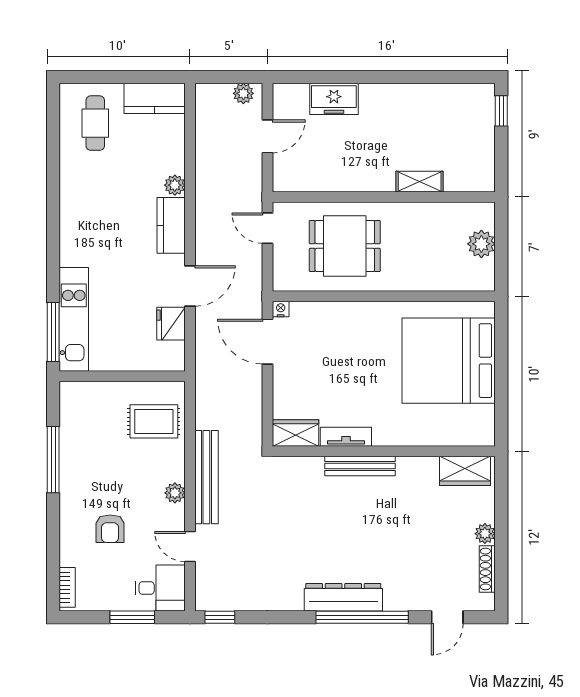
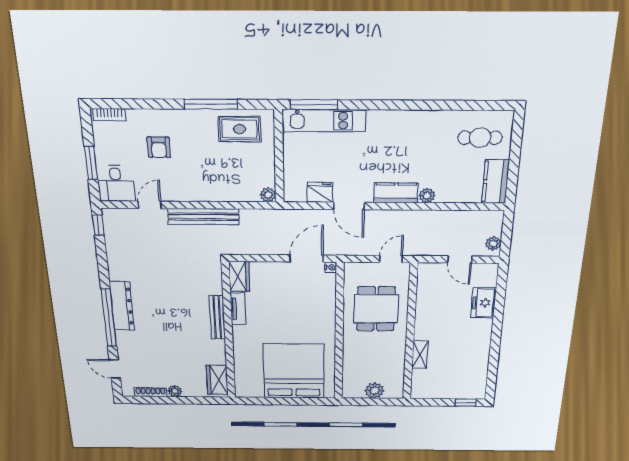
rug: (154, 421) -> (240, 129), moved, turned 90
plant: (175, 493) -> (268, 195), moved
armchair: (110, 529) -> (159, 147), turned -90

